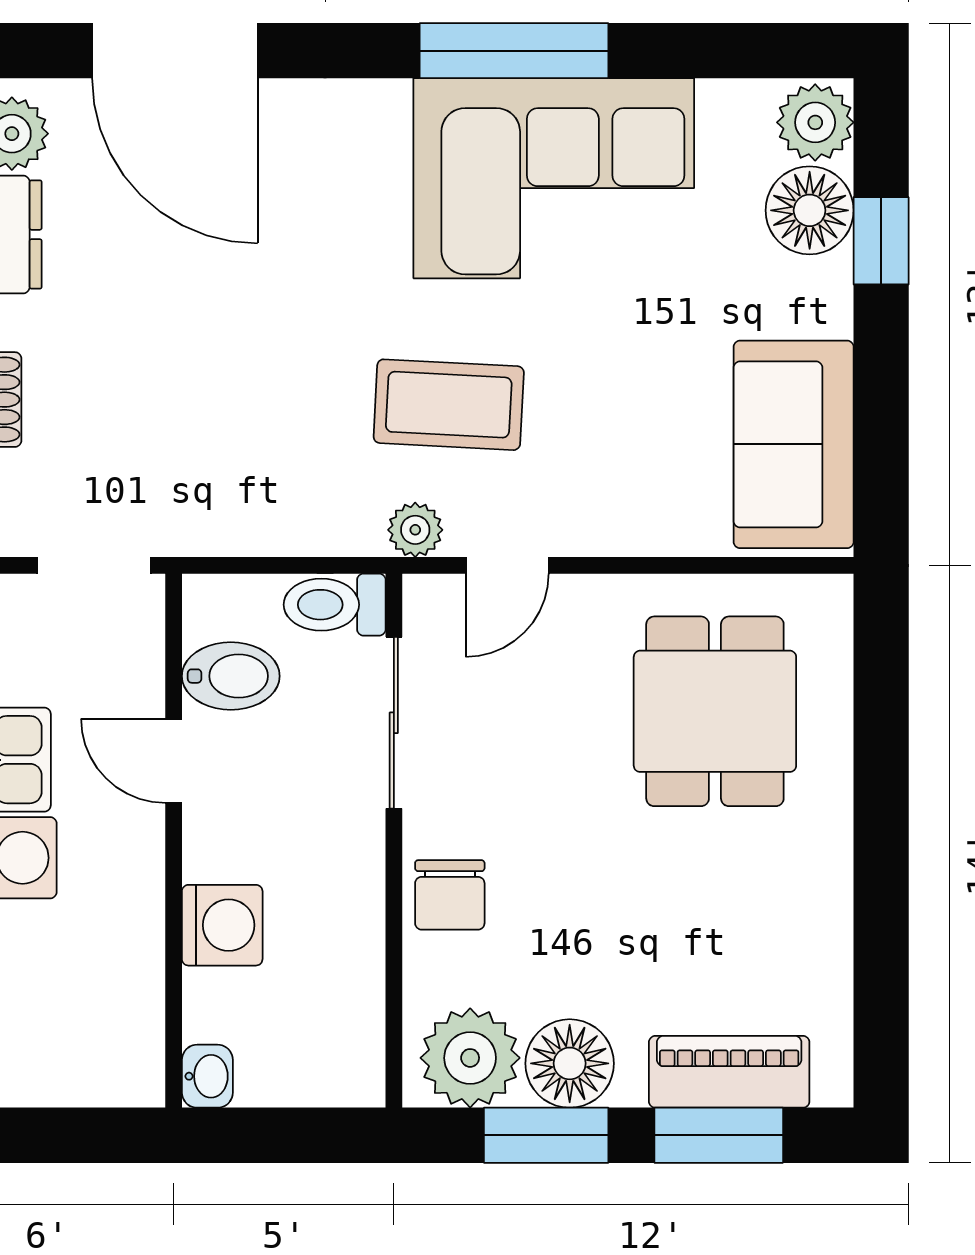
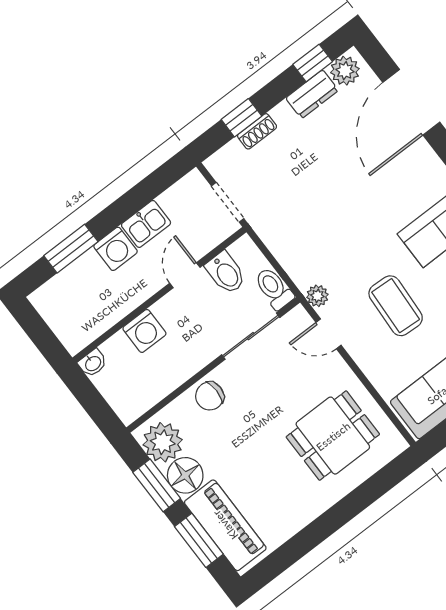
coffee table: (449, 405) -> (396, 306), moved
piano: (729, 1072) -> (225, 525), width x1.37, depth x1.33

